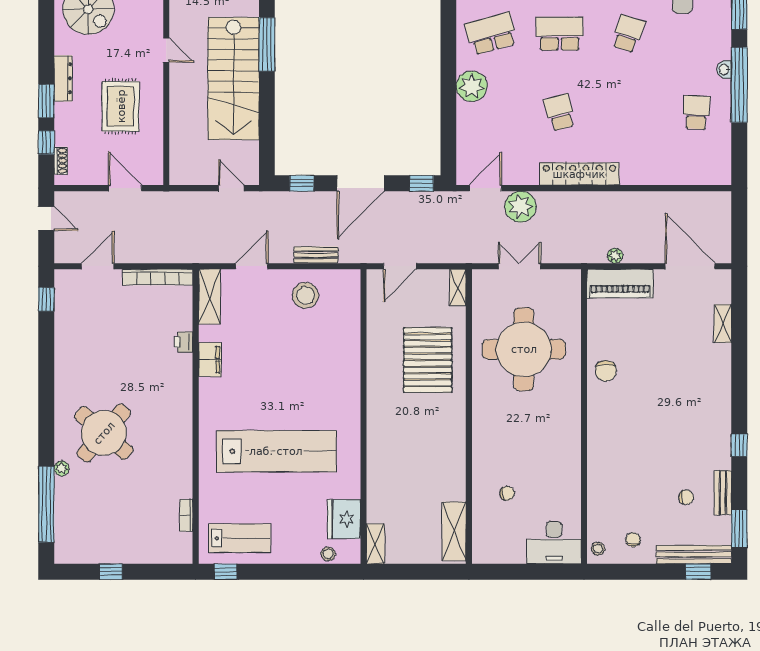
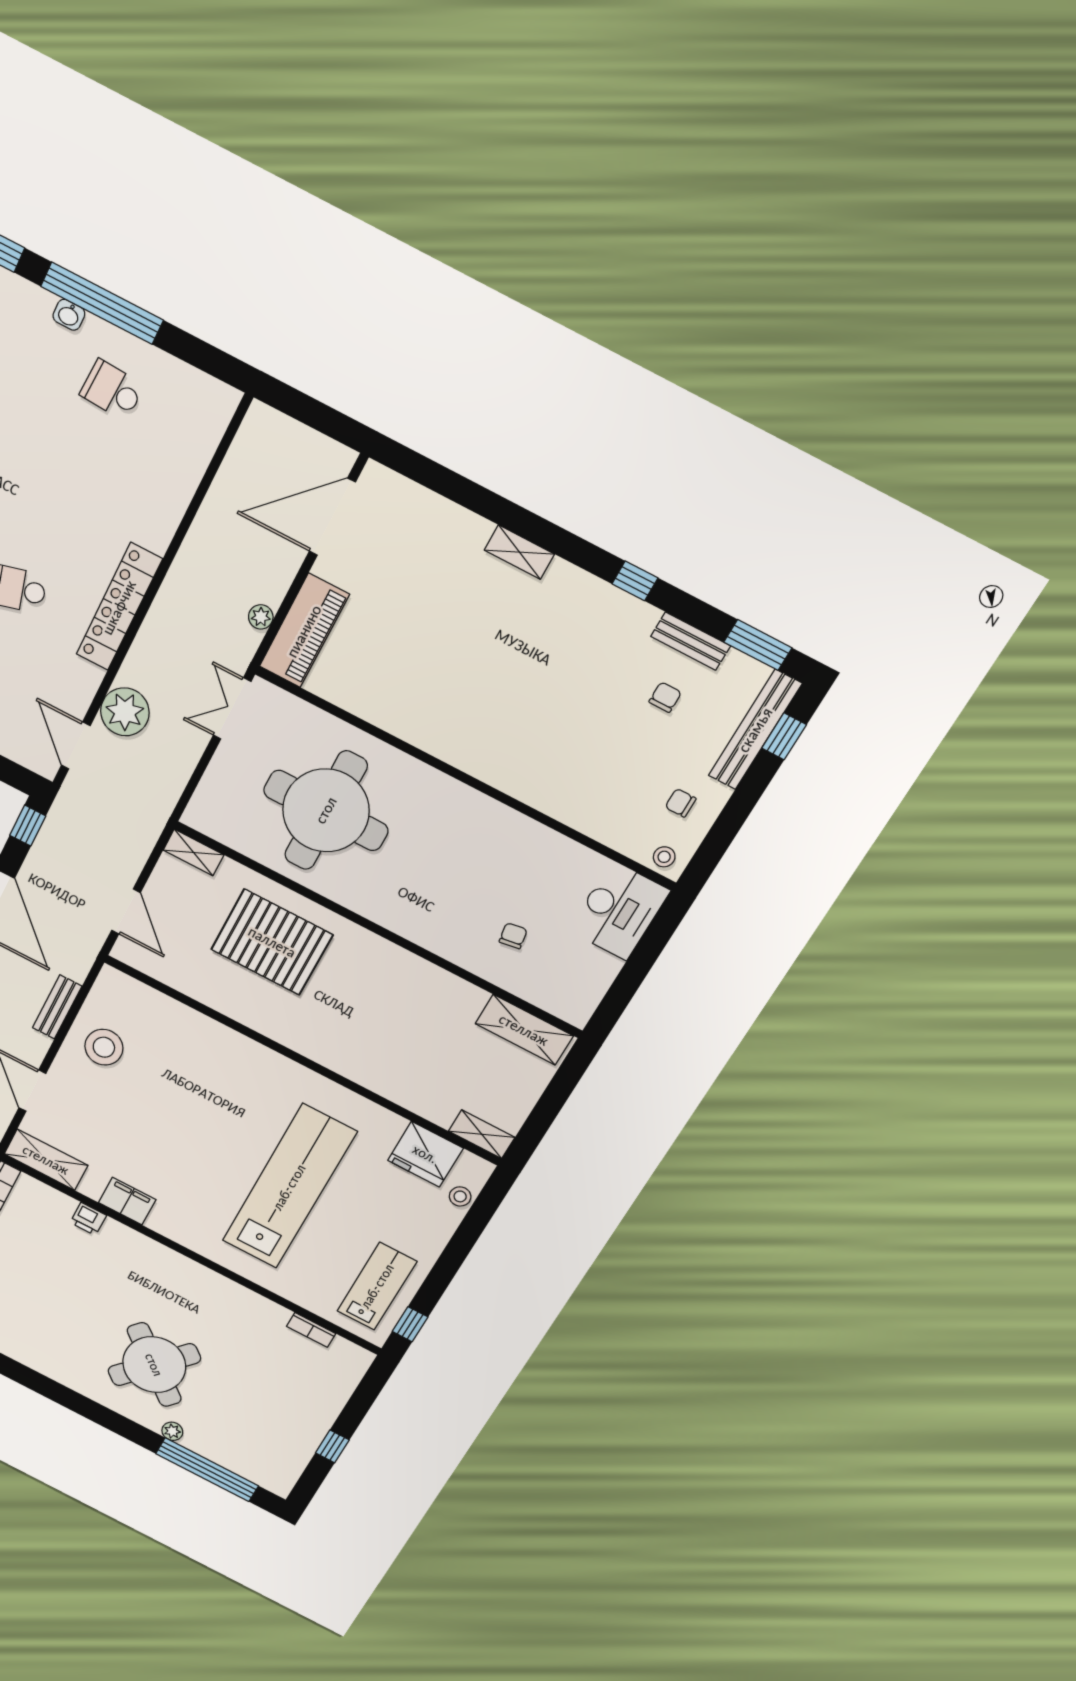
double door: (520, 266) -> (232, 708), moved
shelving: (723, 324) -> (519, 552), moved
chair: (606, 371) -> (418, 715), removed

